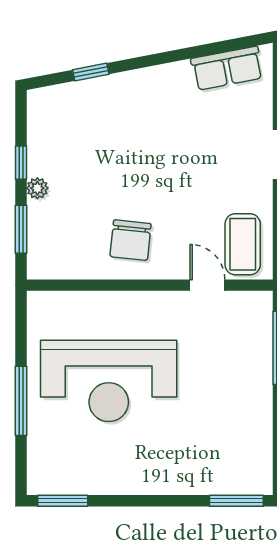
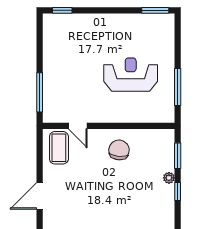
reception desk: (109, 381) -> (131, 75), width x0.74, depth x0.77
window: (21, 401) -> (178, 87), moved
window: (236, 501) -> (62, 10), width x0.67

